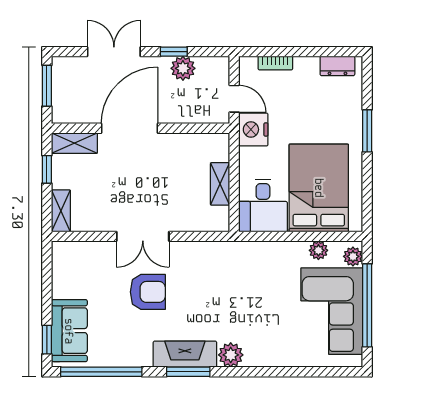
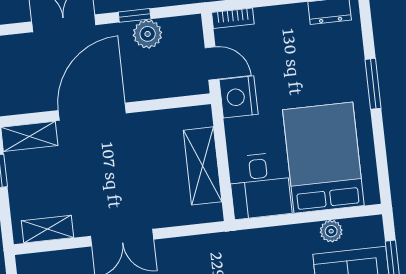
bookcase: (275, 63) -> (233, 18), moved
shelving: (220, 184) -> (203, 166), width x1.50, depth x1.33
shelving: (61, 211) -> (48, 229), moved, turned 90
plant: (353, 256) -> (373, 234), removed

